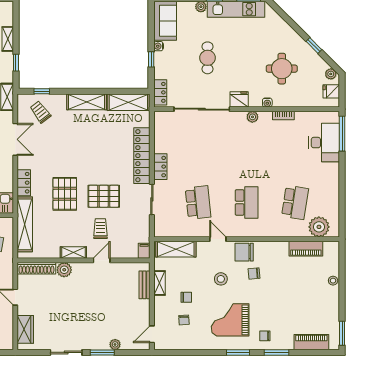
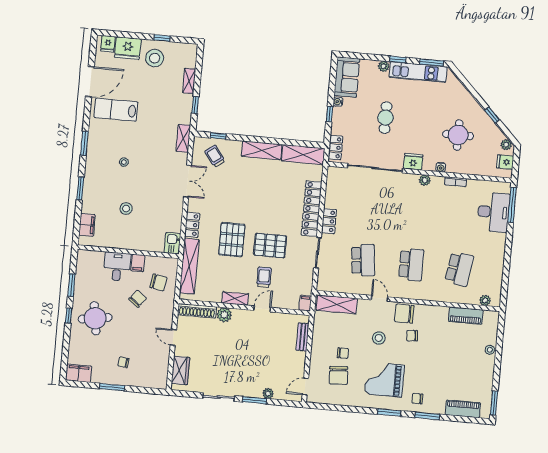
plant: (319, 227) -> (485, 300), width x0.53, depth x0.53
shelving: (159, 283) -> (317, 337), removed
chair: (184, 320) -> (339, 375), width x1.87, depth x1.87

